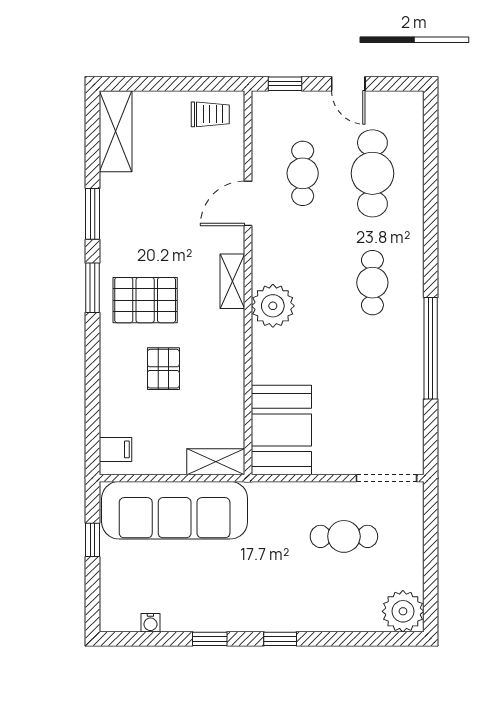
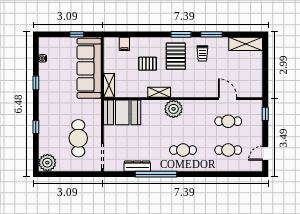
door: (348, 84) -> (265, 153), moved
trolley: (210, 114) -> (202, 53), moved
cafe table: (372, 173) -> (228, 150), width x0.73, depth x0.74
door: (248, 203) -> (228, 99), moved
shelving: (232, 281) -> (159, 92), moved
dresser: (411, 394) -> (137, 166), added
filing cabinet: (115, 449) -> (124, 44), moved
cafe table: (344, 536) -> (78, 138), width x1.37, depth x1.35
window: (280, 639) -> (36, 127), moved

